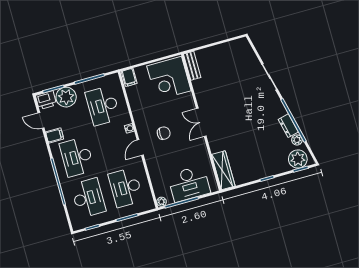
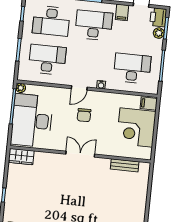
bench: (192, 66) -> (125, 165), moved
corner desk: (169, 78) -> (136, 127), moved, turned -90
plant: (66, 97) -> (159, 33), width x0.53, depth x0.53
door: (140, 147) -> (79, 88), swing flipped
wardrobe: (223, 170) -> (21, 157), width x0.67
desk: (189, 184) -> (32, 121), width x1.36, depth x1.30

